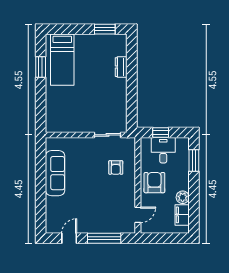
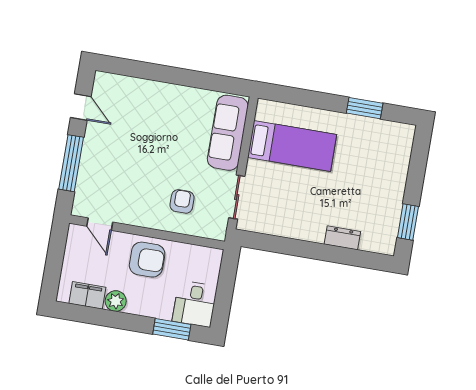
bed: (62, 60) -> (292, 146), moved, turned 180
window: (161, 133) -> (226, 283), removed
desk: (163, 150) -> (195, 304), moved, turned 90
armchair: (116, 167) -> (182, 201), turned 90
sofa: (55, 173) -> (228, 133), moved, turned 90

